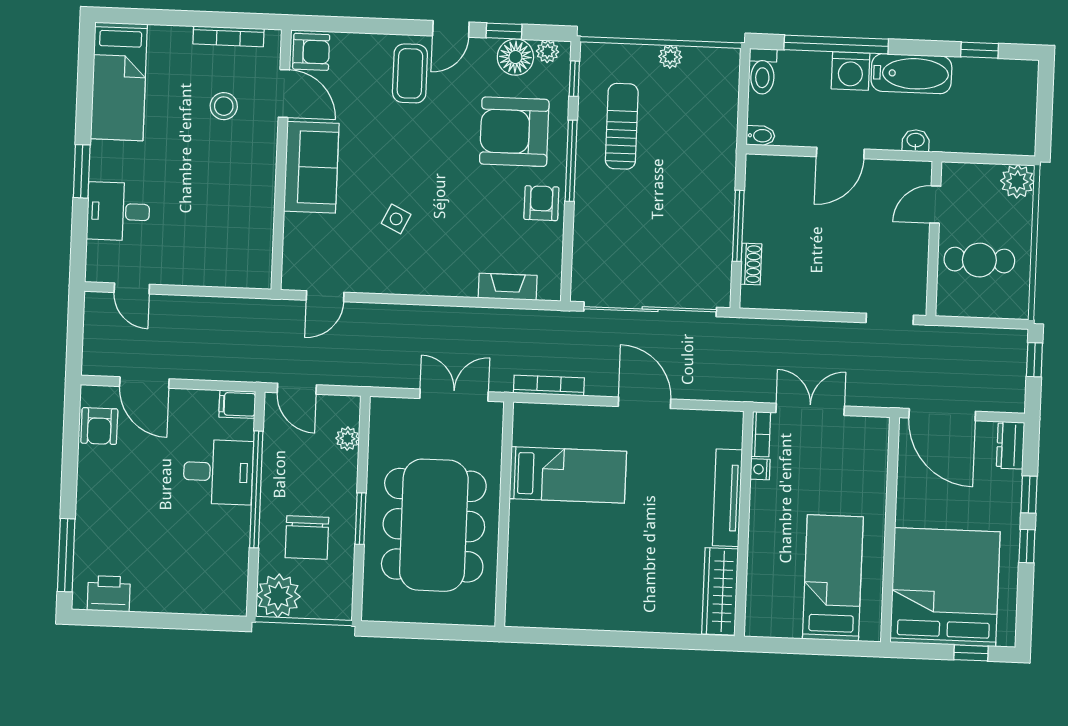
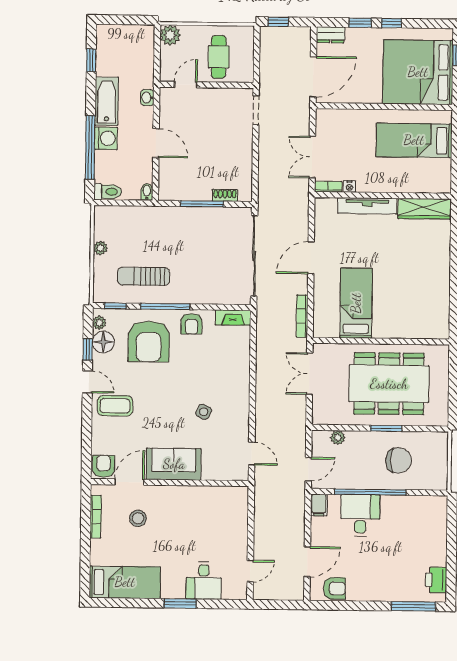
armchair: (541, 203) -> (192, 324), turned -90
door: (935, 204) -> (186, 85), swing flipped
fireplace: (508, 287) -> (233, 318), moved, turned -90
plant: (278, 596) -> (434, 477), removed

